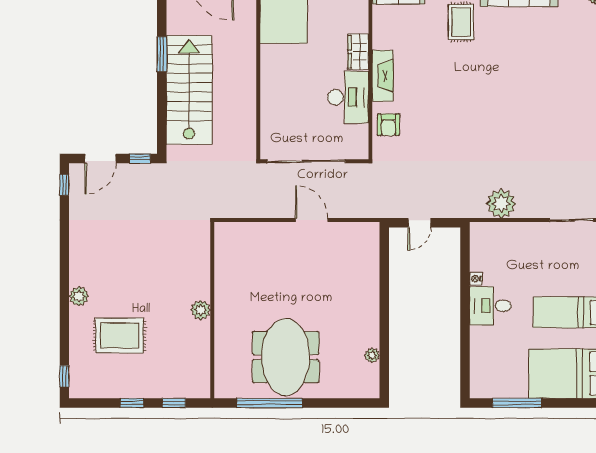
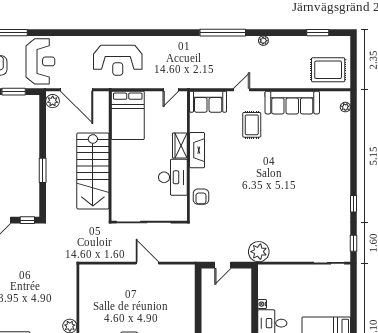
window: (162, 54) -> (43, 170), moved
fireplace: (383, 76) -> (197, 150), moved
stairs: (189, 90) -> (93, 171), moved, turned 180
plant: (501, 204) -> (259, 252), moved

